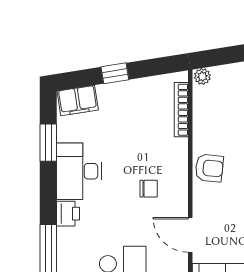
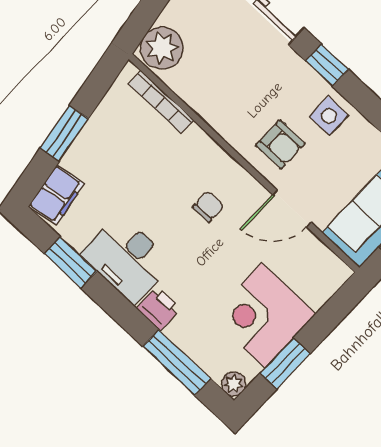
window: (115, 73) -> (64, 133), width x1.50
plant: (202, 76) -> (162, 48), width x1.88, depth x1.88
armchair: (209, 168) -> (280, 144), moved, turned 84

